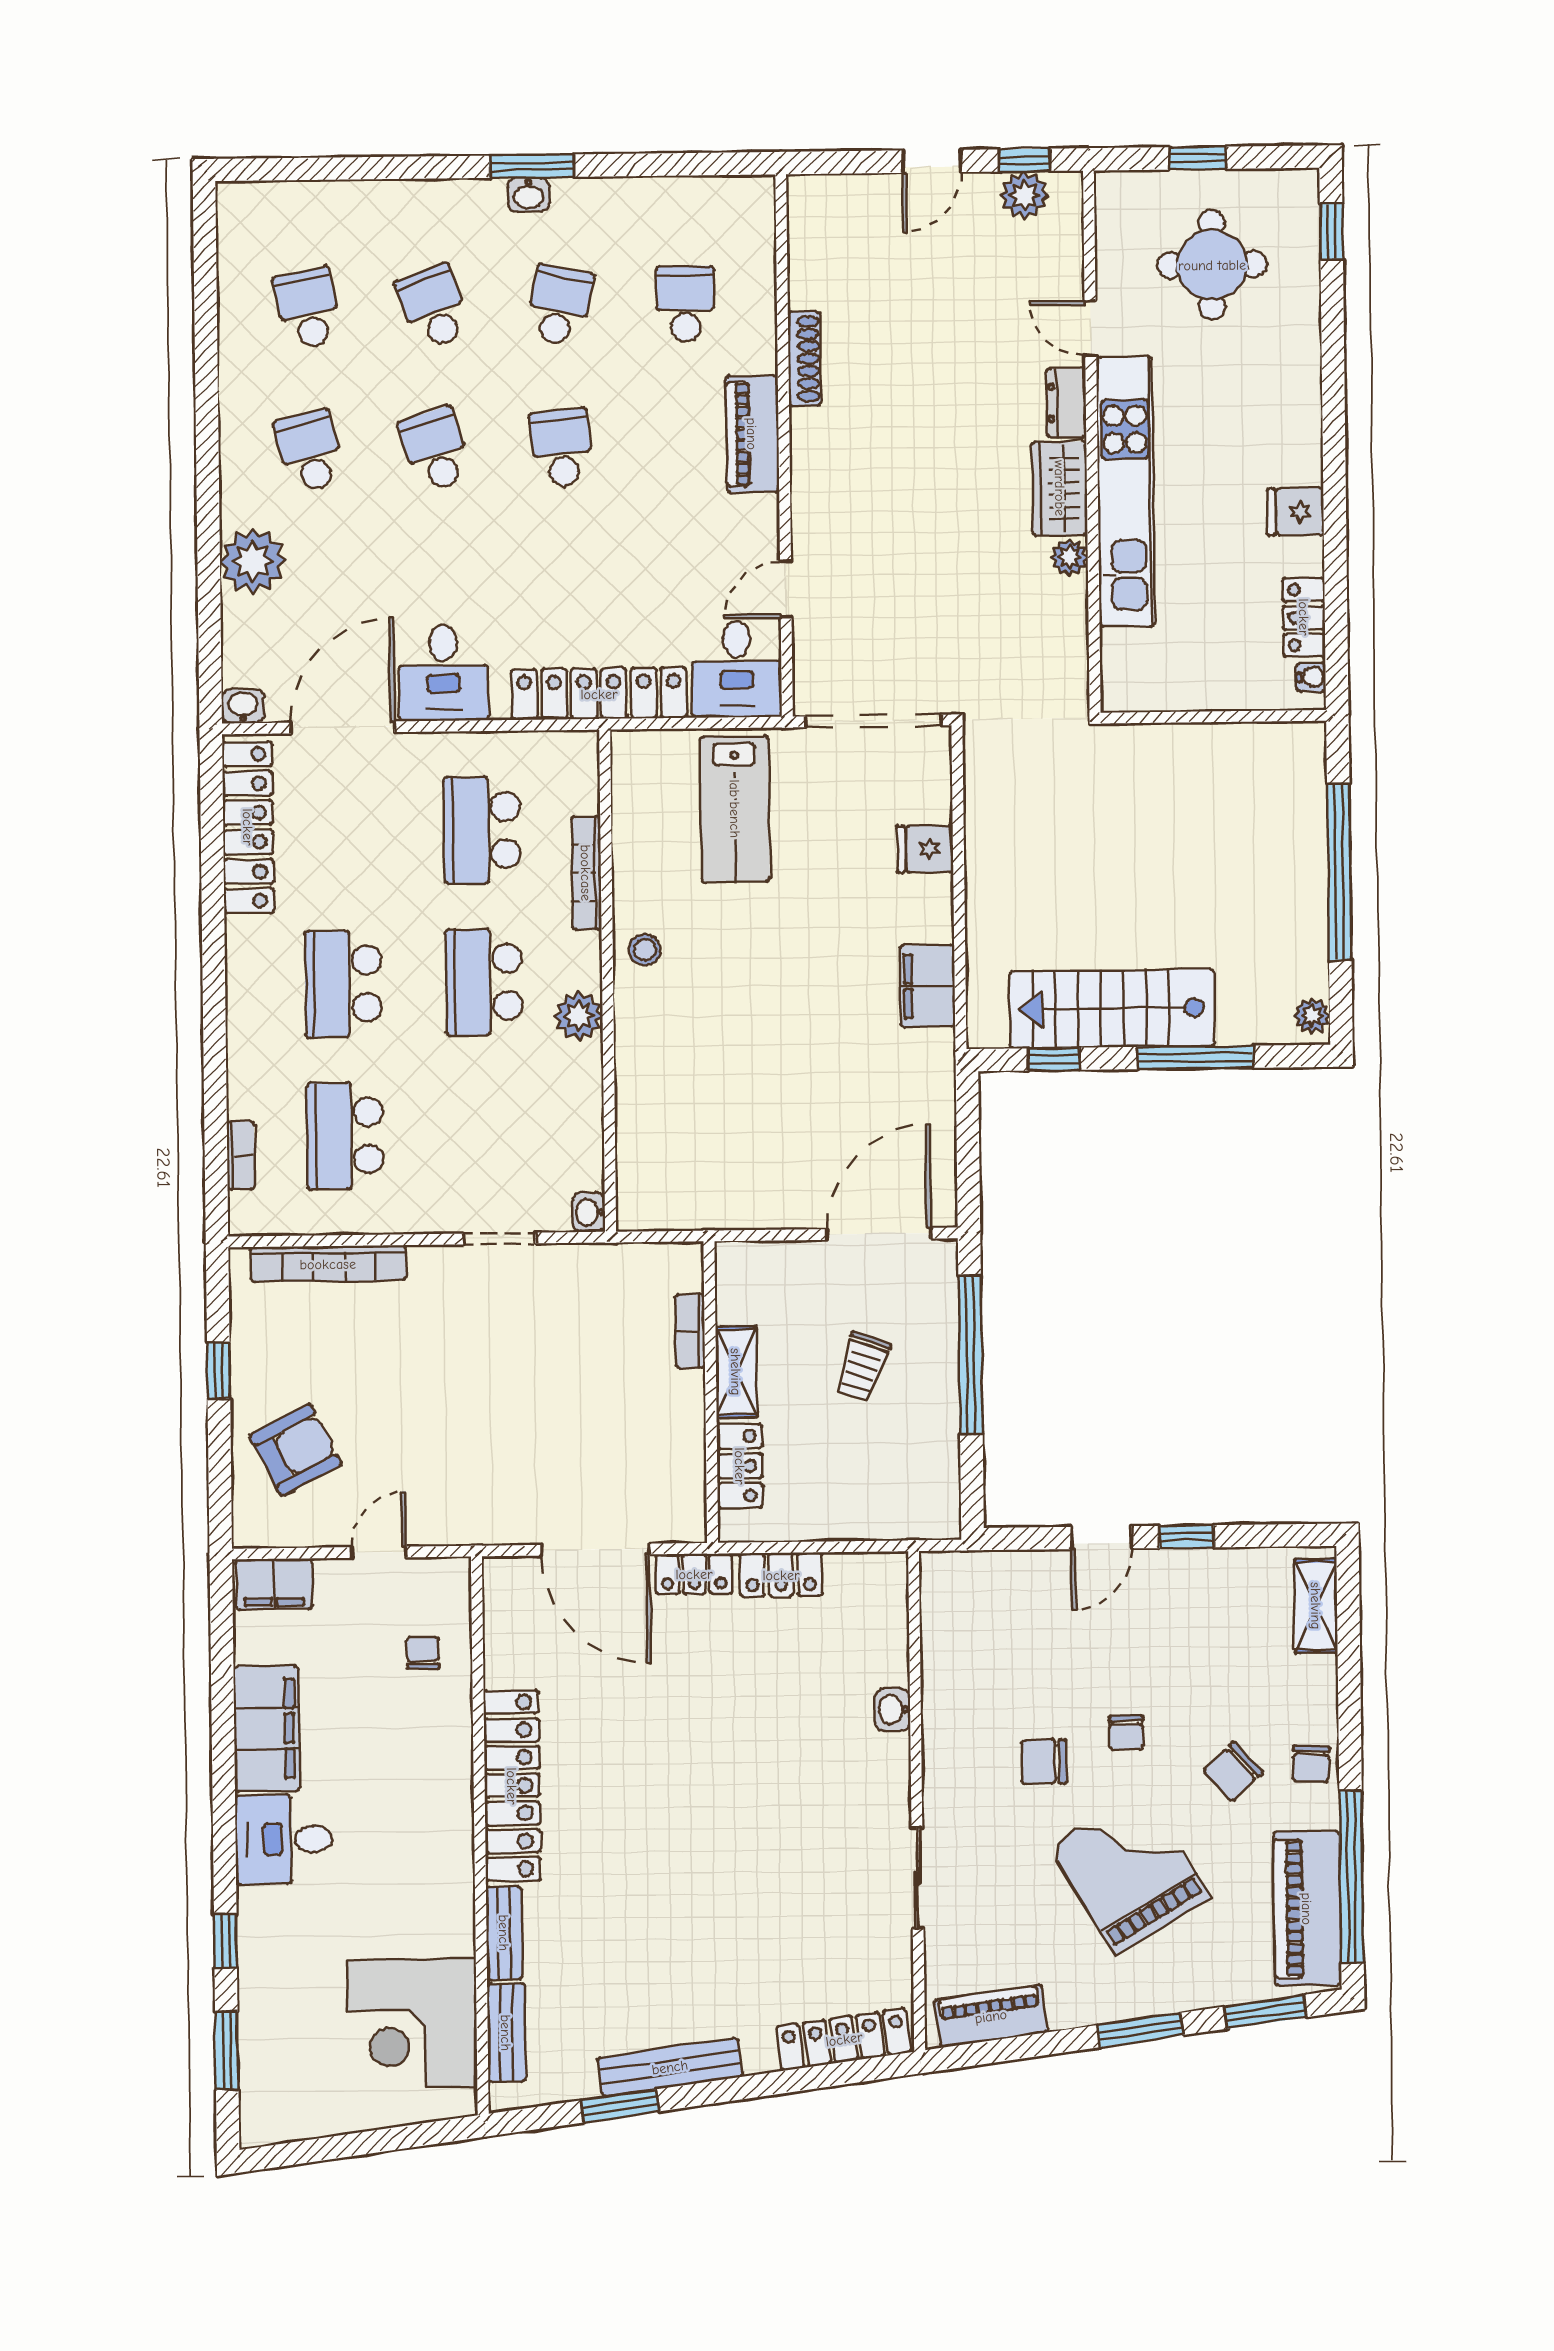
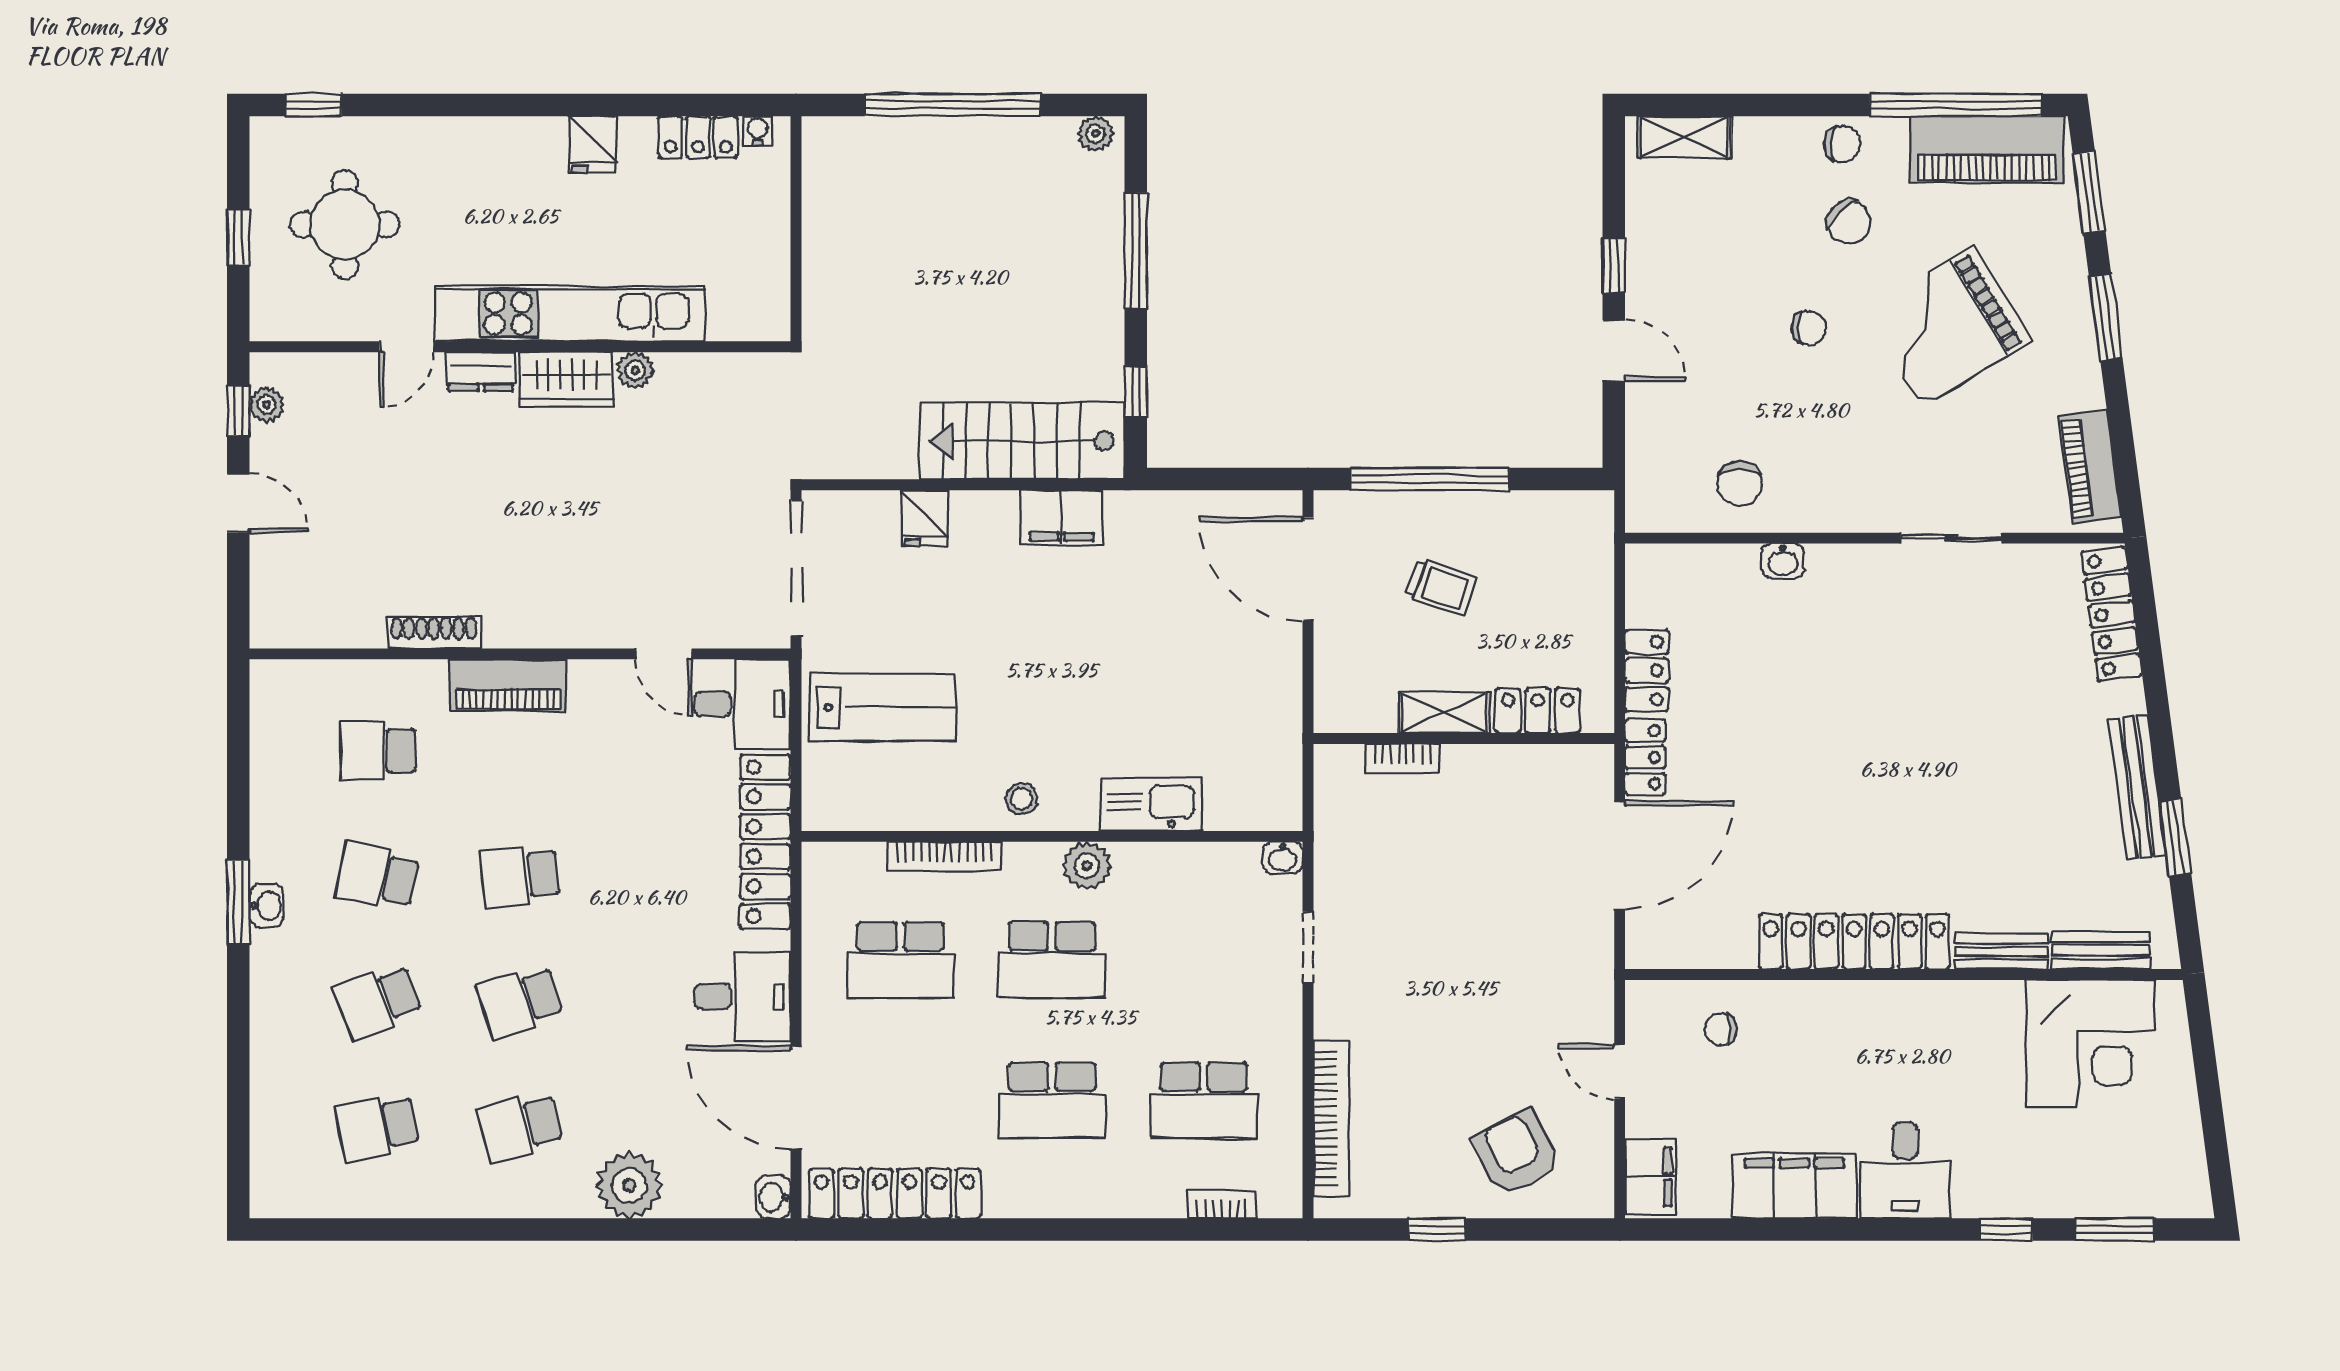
plant: (1024, 195) -> (267, 405), width x0.73, depth x0.73
stairs: (1112, 1009) -> (1022, 441), moved, turned 90
kitchen sink: (641, 1080) -> (1152, 804), added
chair: (1044, 1762) -> (1740, 484), moved

